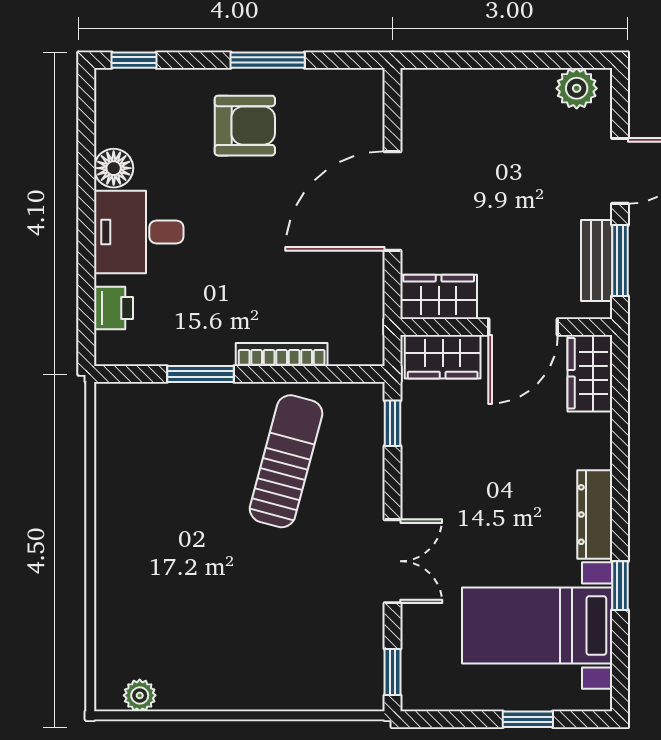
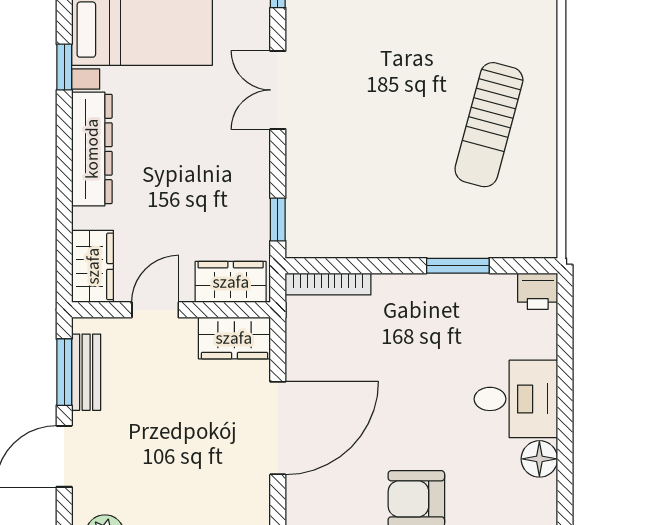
printer: (114, 308) -> (538, 291), moved, turned -90
door: (523, 327) -> (155, 310), width x0.73
bookcase: (282, 354) -> (328, 284), moved
sun lounger: (286, 461) -> (489, 125), moved
dresser: (595, 515) -> (92, 149), width x1.37, depth x1.24

